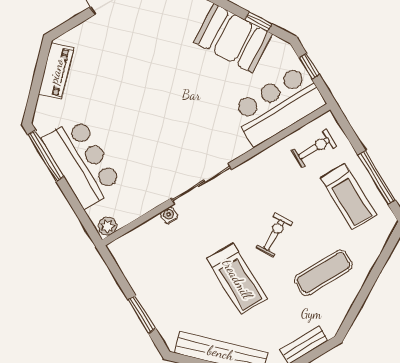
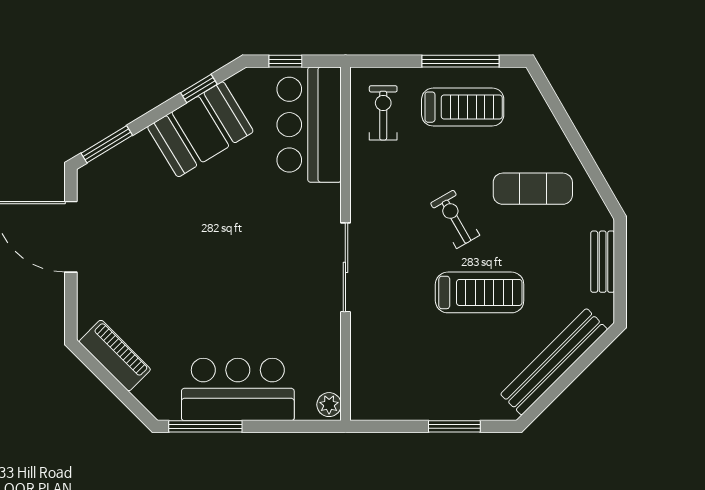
water cooler: (169, 215) -> (359, 326), removed
exercise mat: (323, 273) -> (533, 189), turned 90

